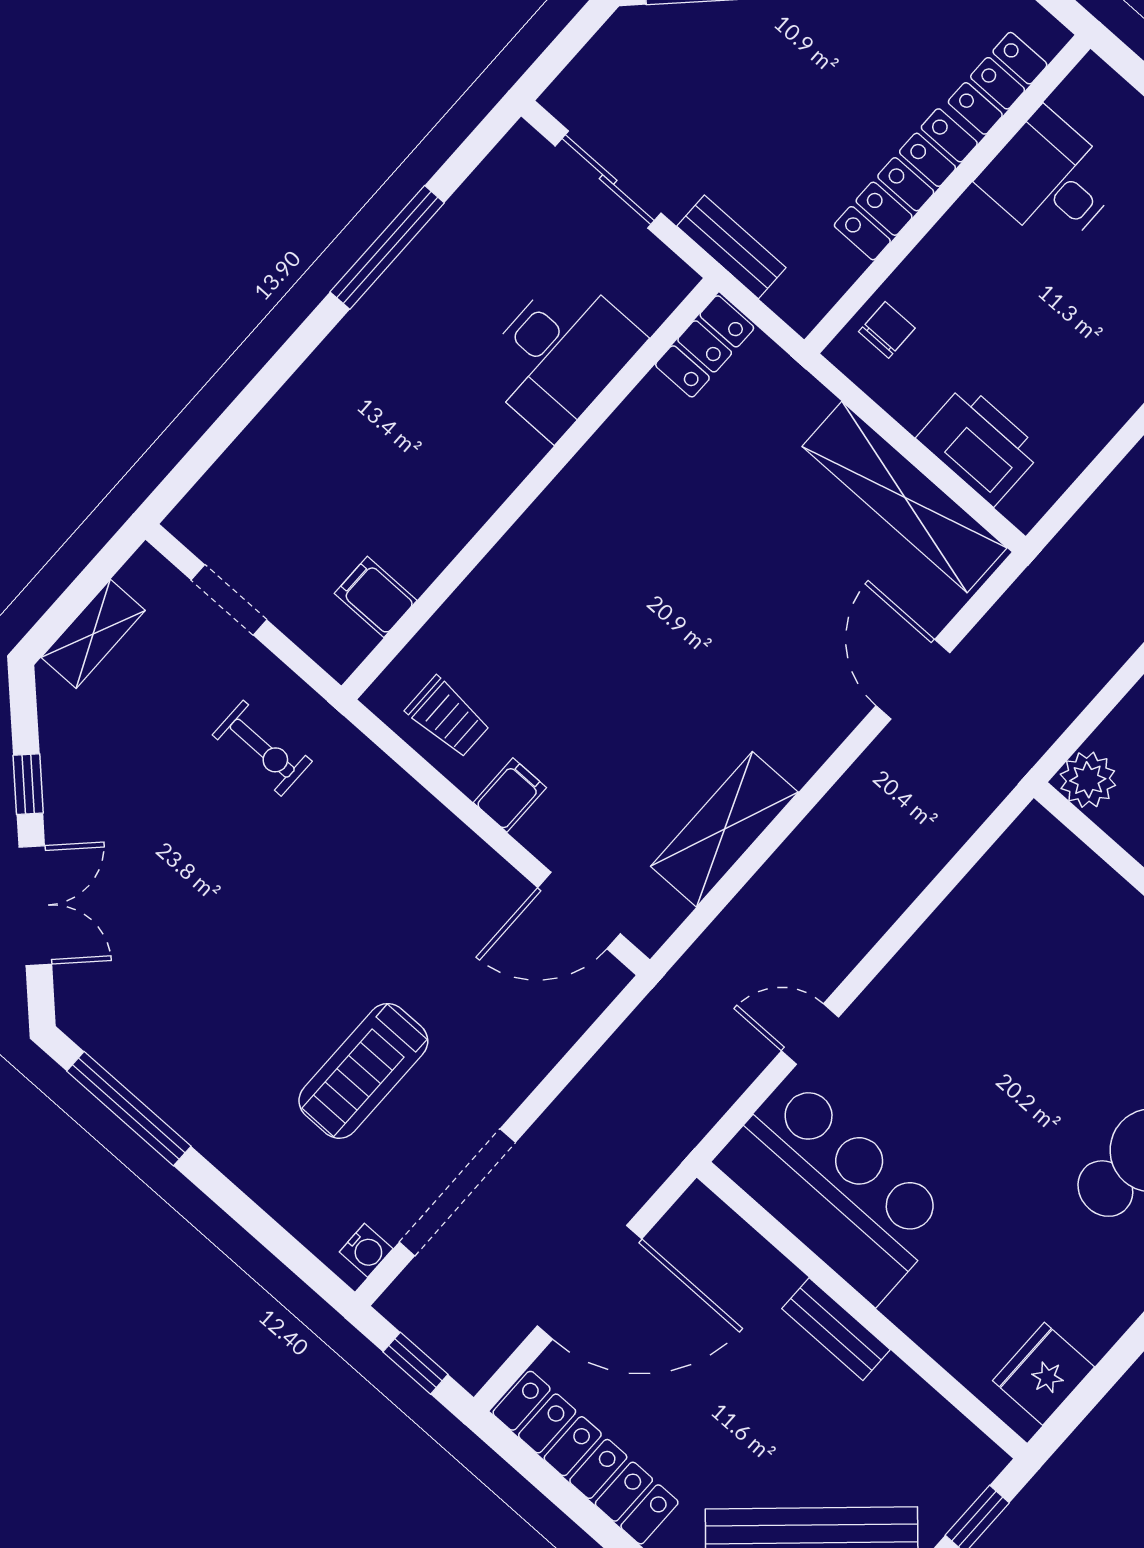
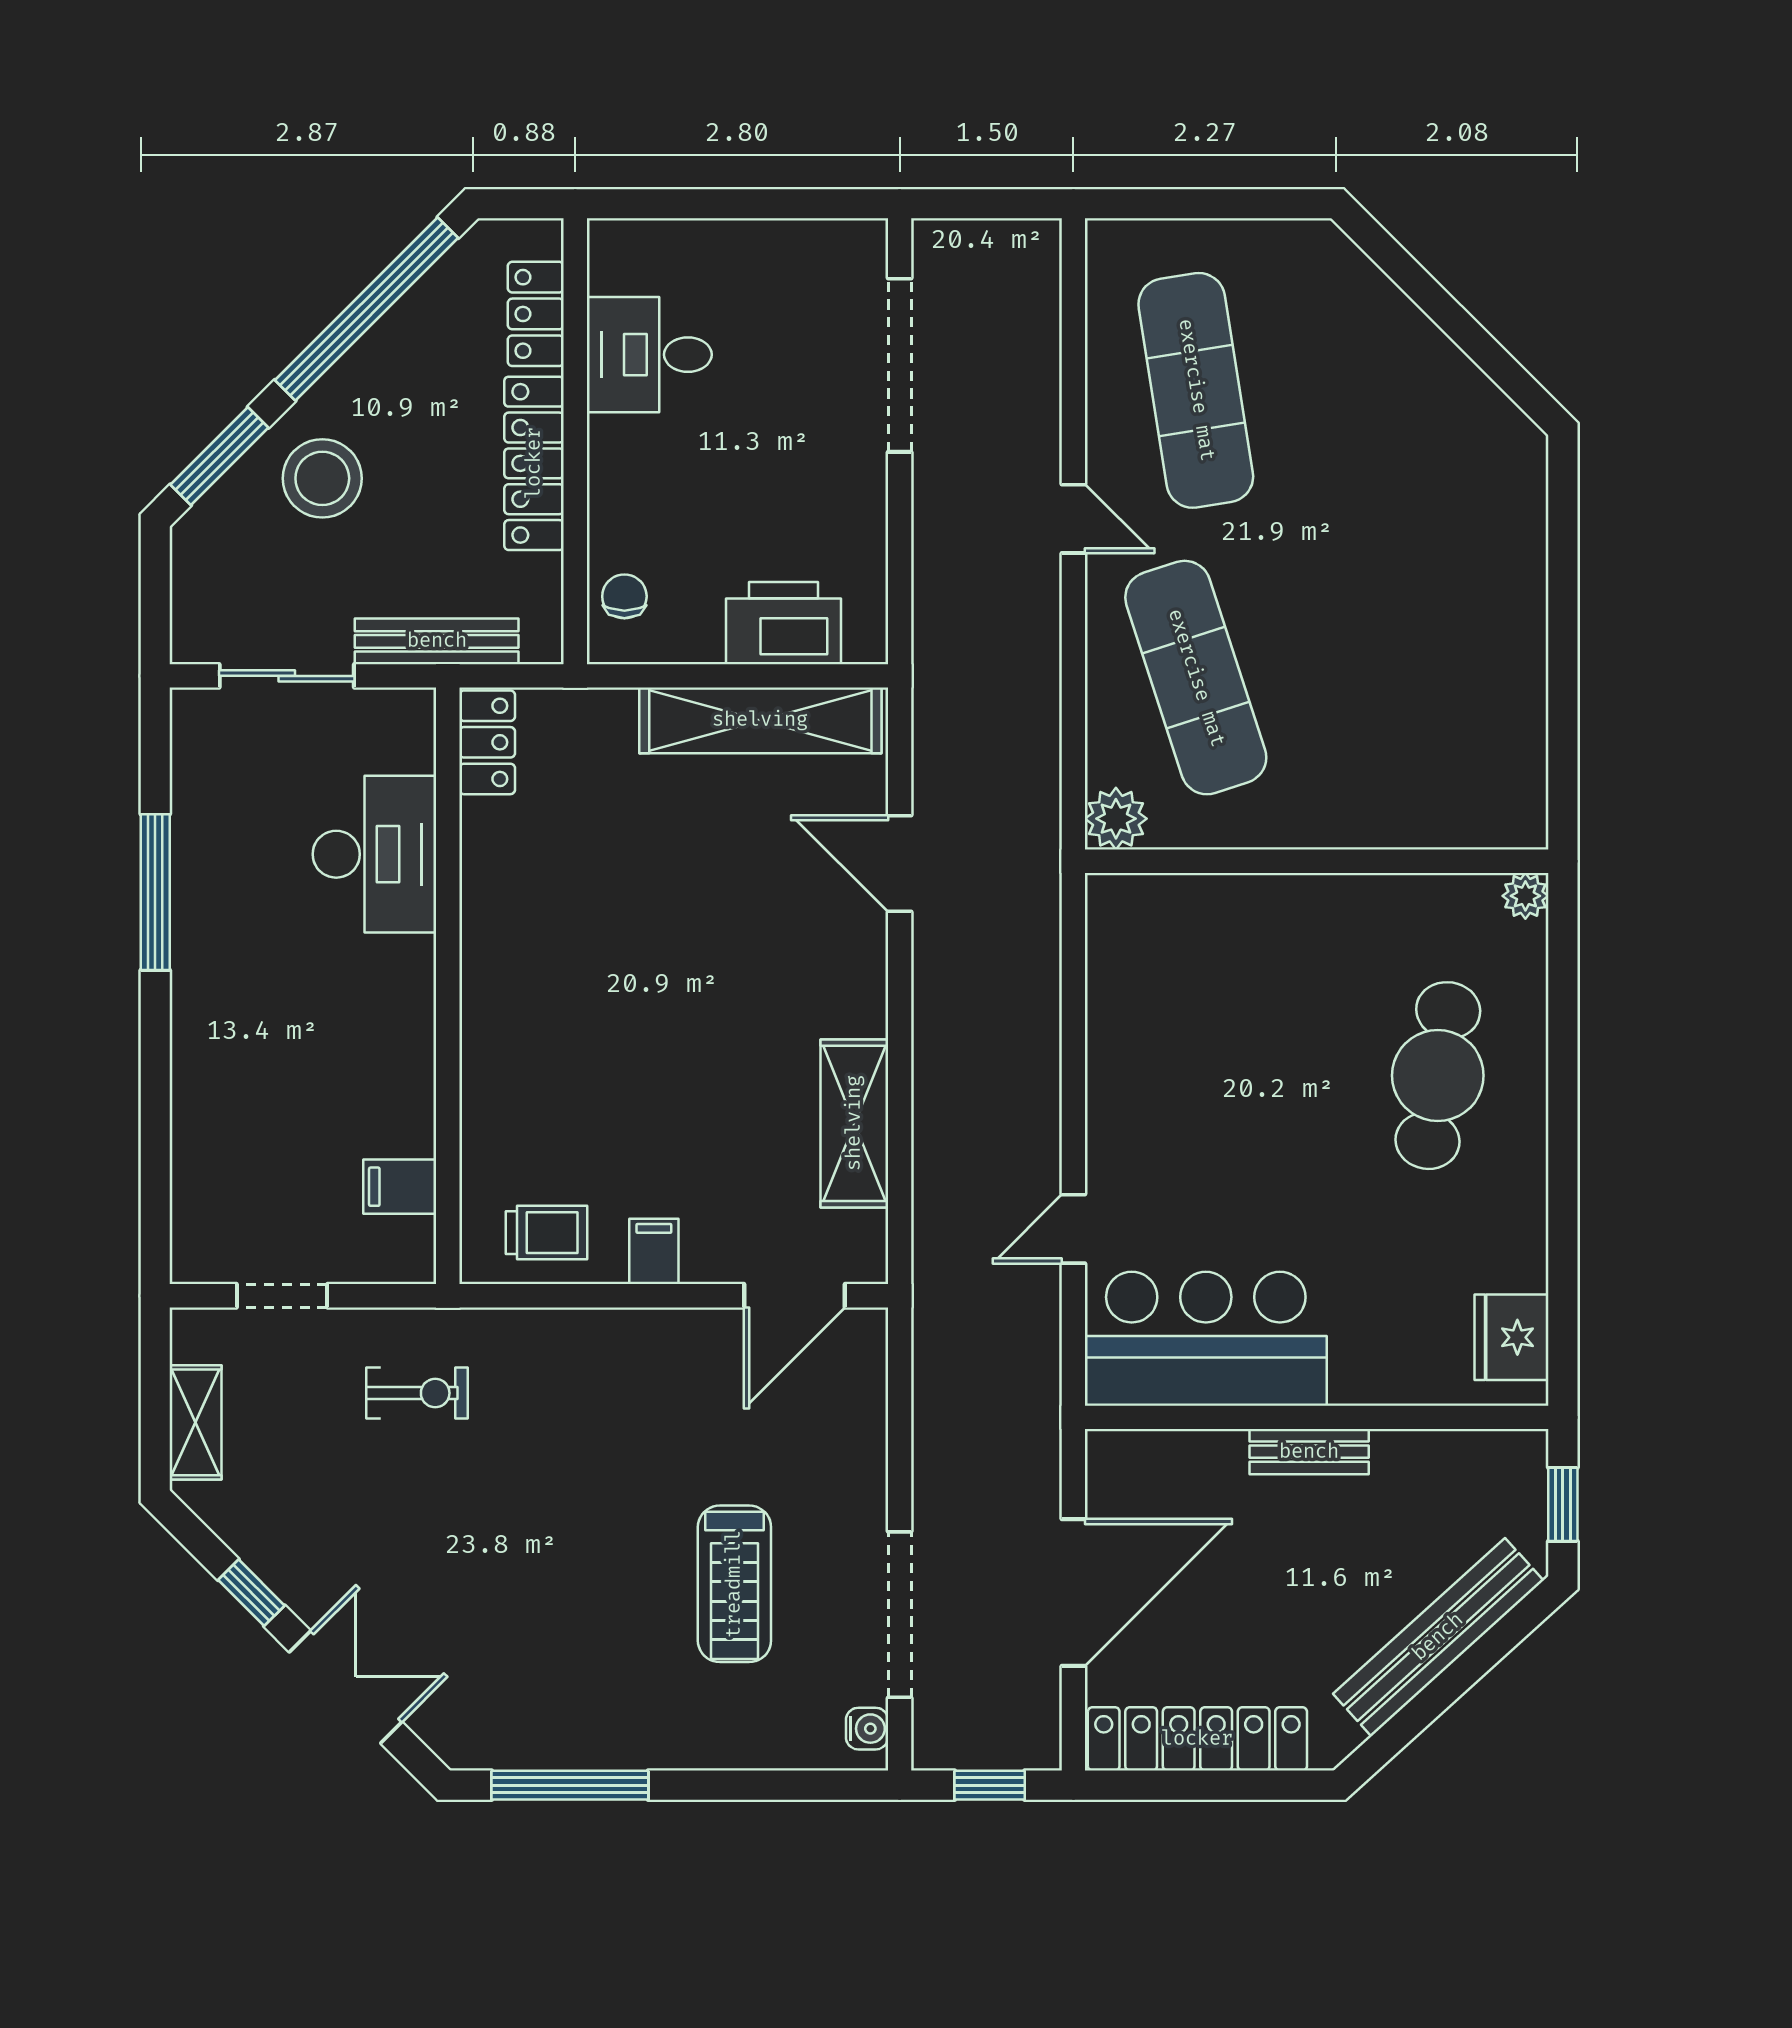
stool: (752, 66) -> (322, 478), added
bench: (731, 247) -> (437, 641), width x1.36

